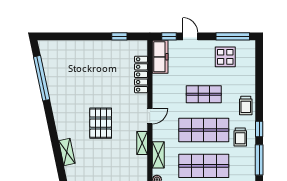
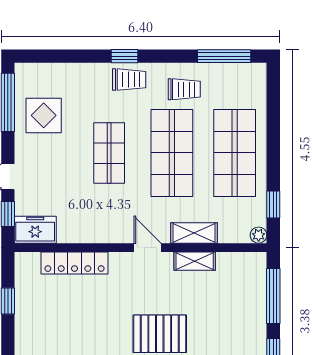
freezer: (160, 57) -> (35, 230), width x0.71
window: (259, 129) -> (124, 56), moved
shelving: (158, 155) -> (194, 233), moved

